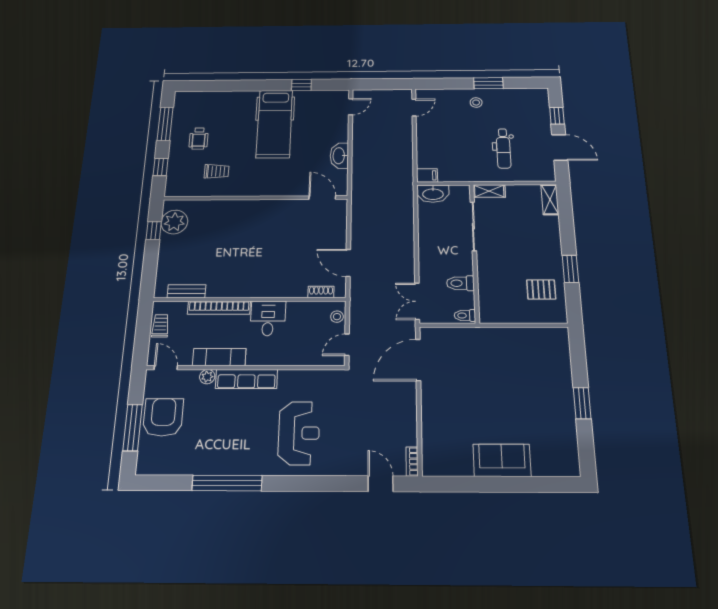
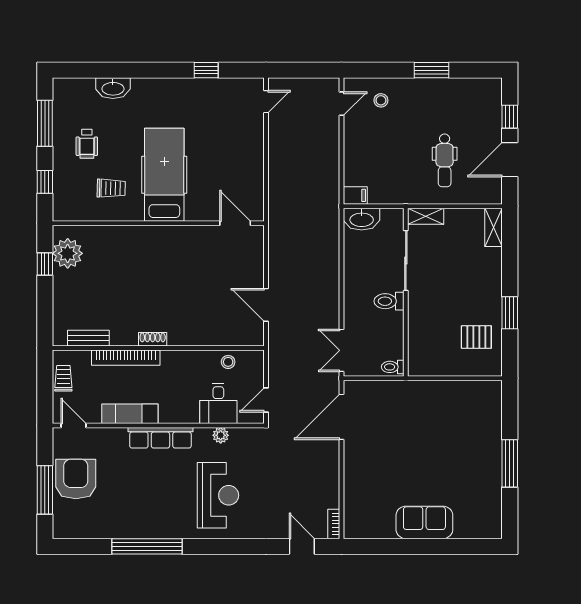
stool: (476, 103) -> (381, 100), moved
hospital bed: (275, 124) -> (164, 175), moved, turned 180
door: (560, 147) -> (510, 160), swing flipped
washbasin: (339, 156) -> (113, 88), moved, turned -90
toilet: (460, 283) -> (389, 301), moved
shoe rack: (321, 292) -> (153, 339), moved
stool: (337, 317) -> (228, 362), moved
desk: (268, 318) -> (218, 403), moved, turned 180
plant: (207, 377) -> (221, 435), moved
window: (582, 403) -> (510, 463), width x1.44

